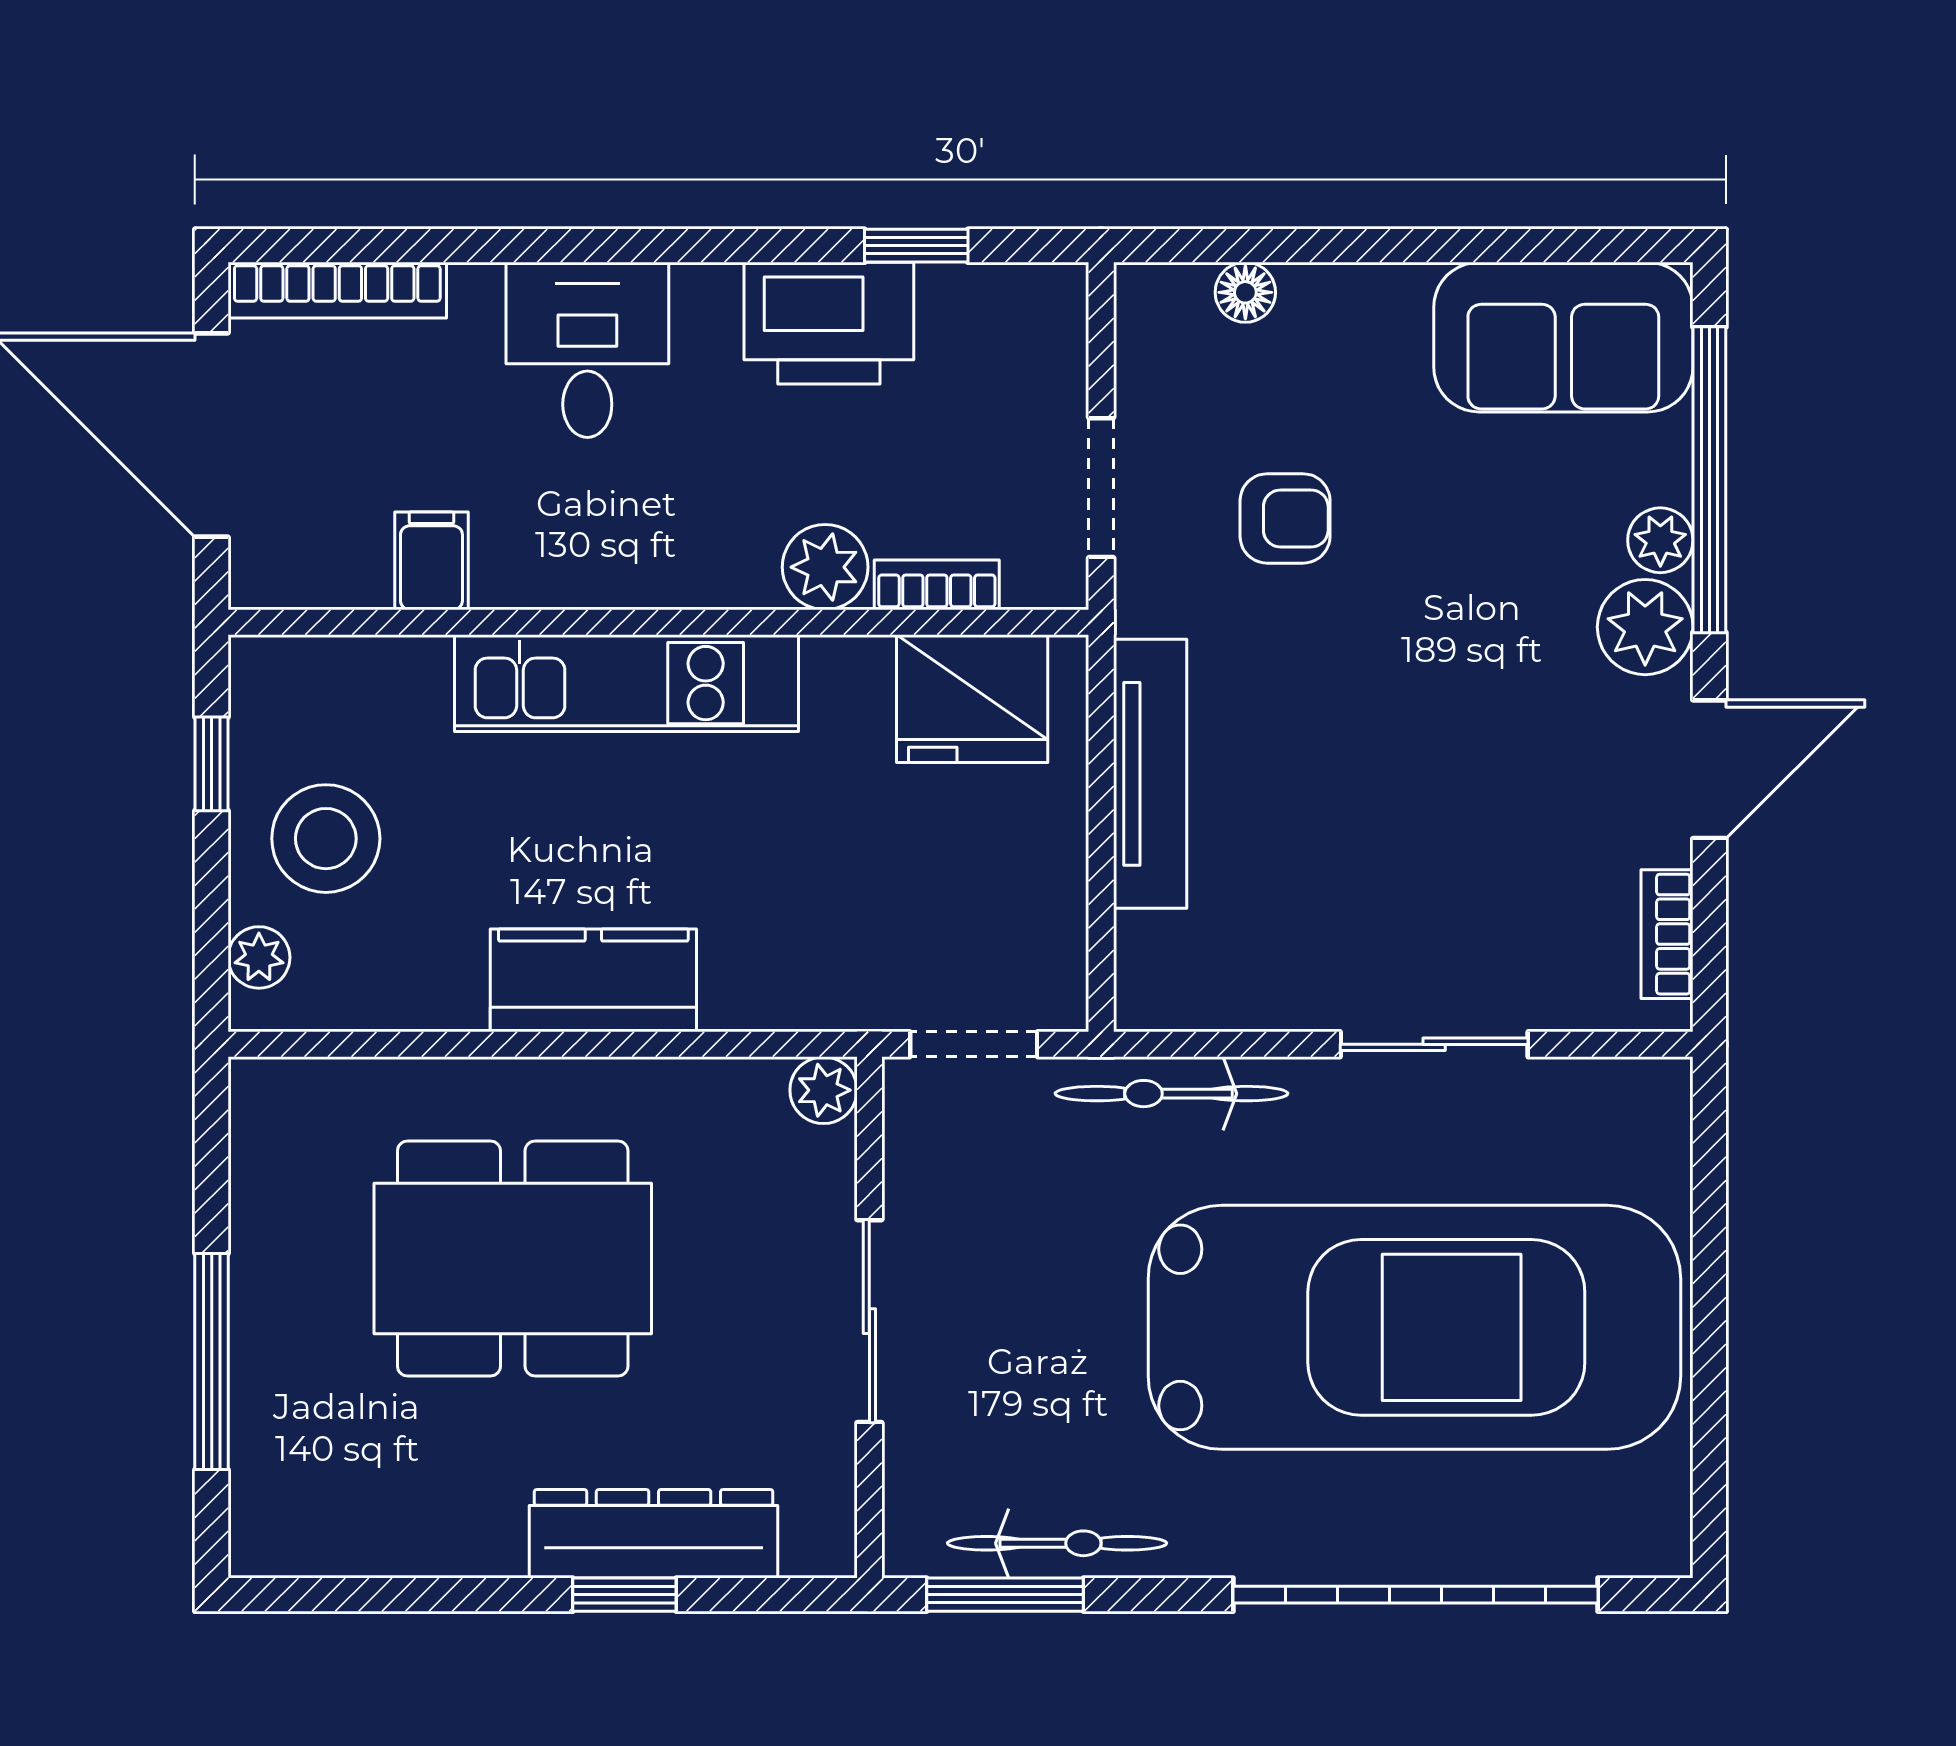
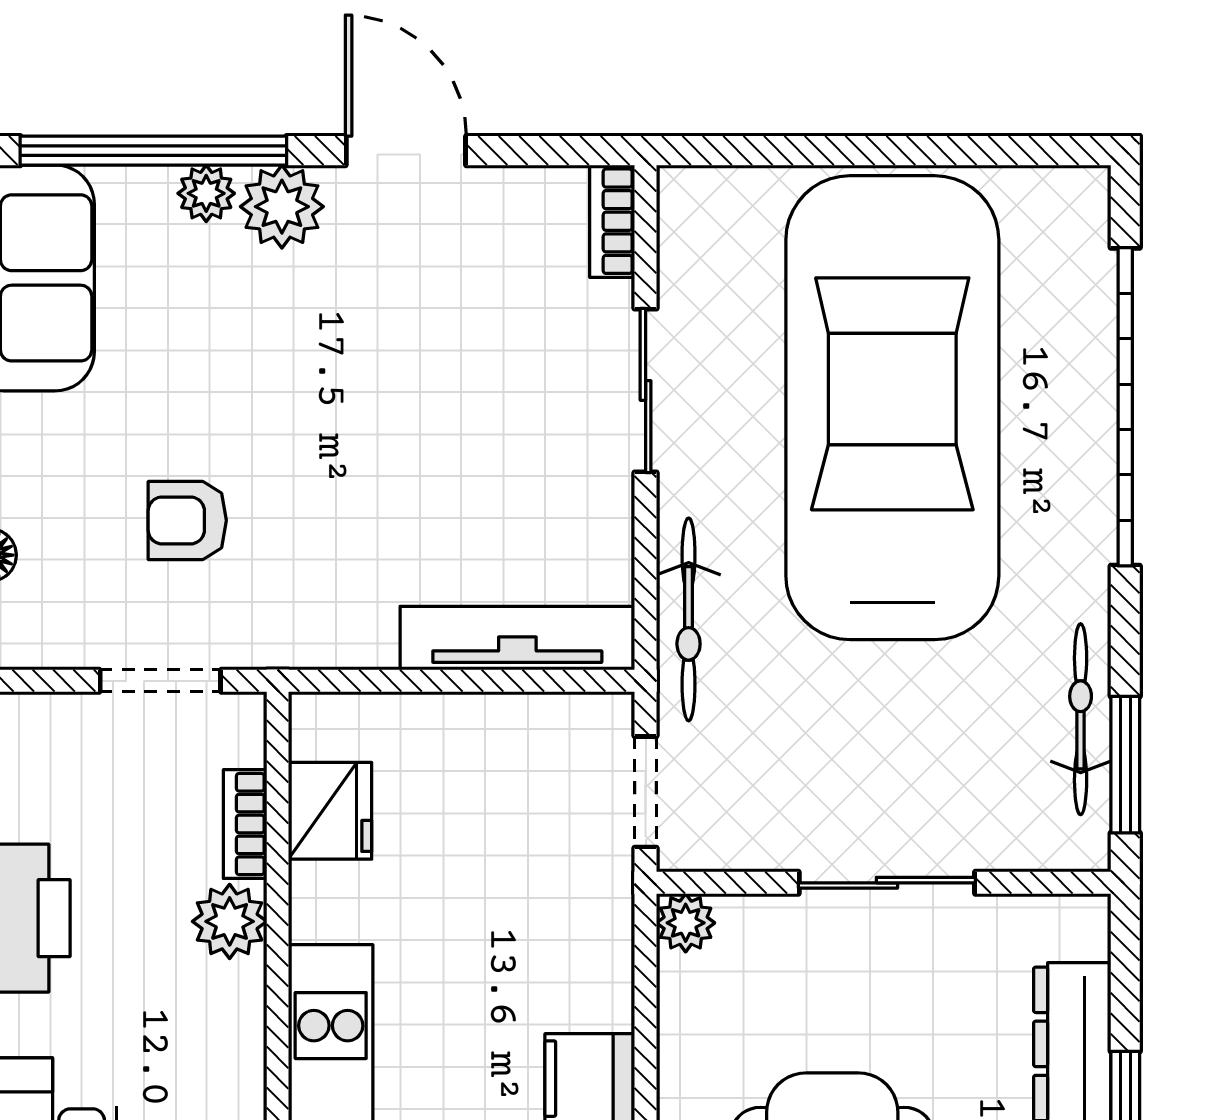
armchair: (1285, 518) -> (187, 520), turned -90
fridge: (972, 699) -> (330, 811), width x0.73, depth x0.75
tv unit: (1150, 774) -> (517, 638), moved
bookcase: (1667, 934) -> (612, 221), moved, turned 90

